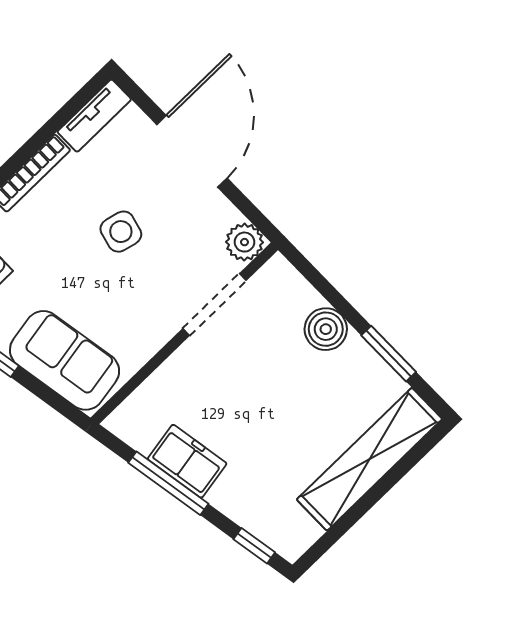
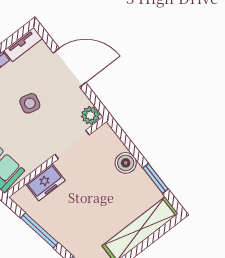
door: (192, 151) -> (69, 68), hinge flipped
freezer: (187, 461) -> (45, 182), moved, turned 100

